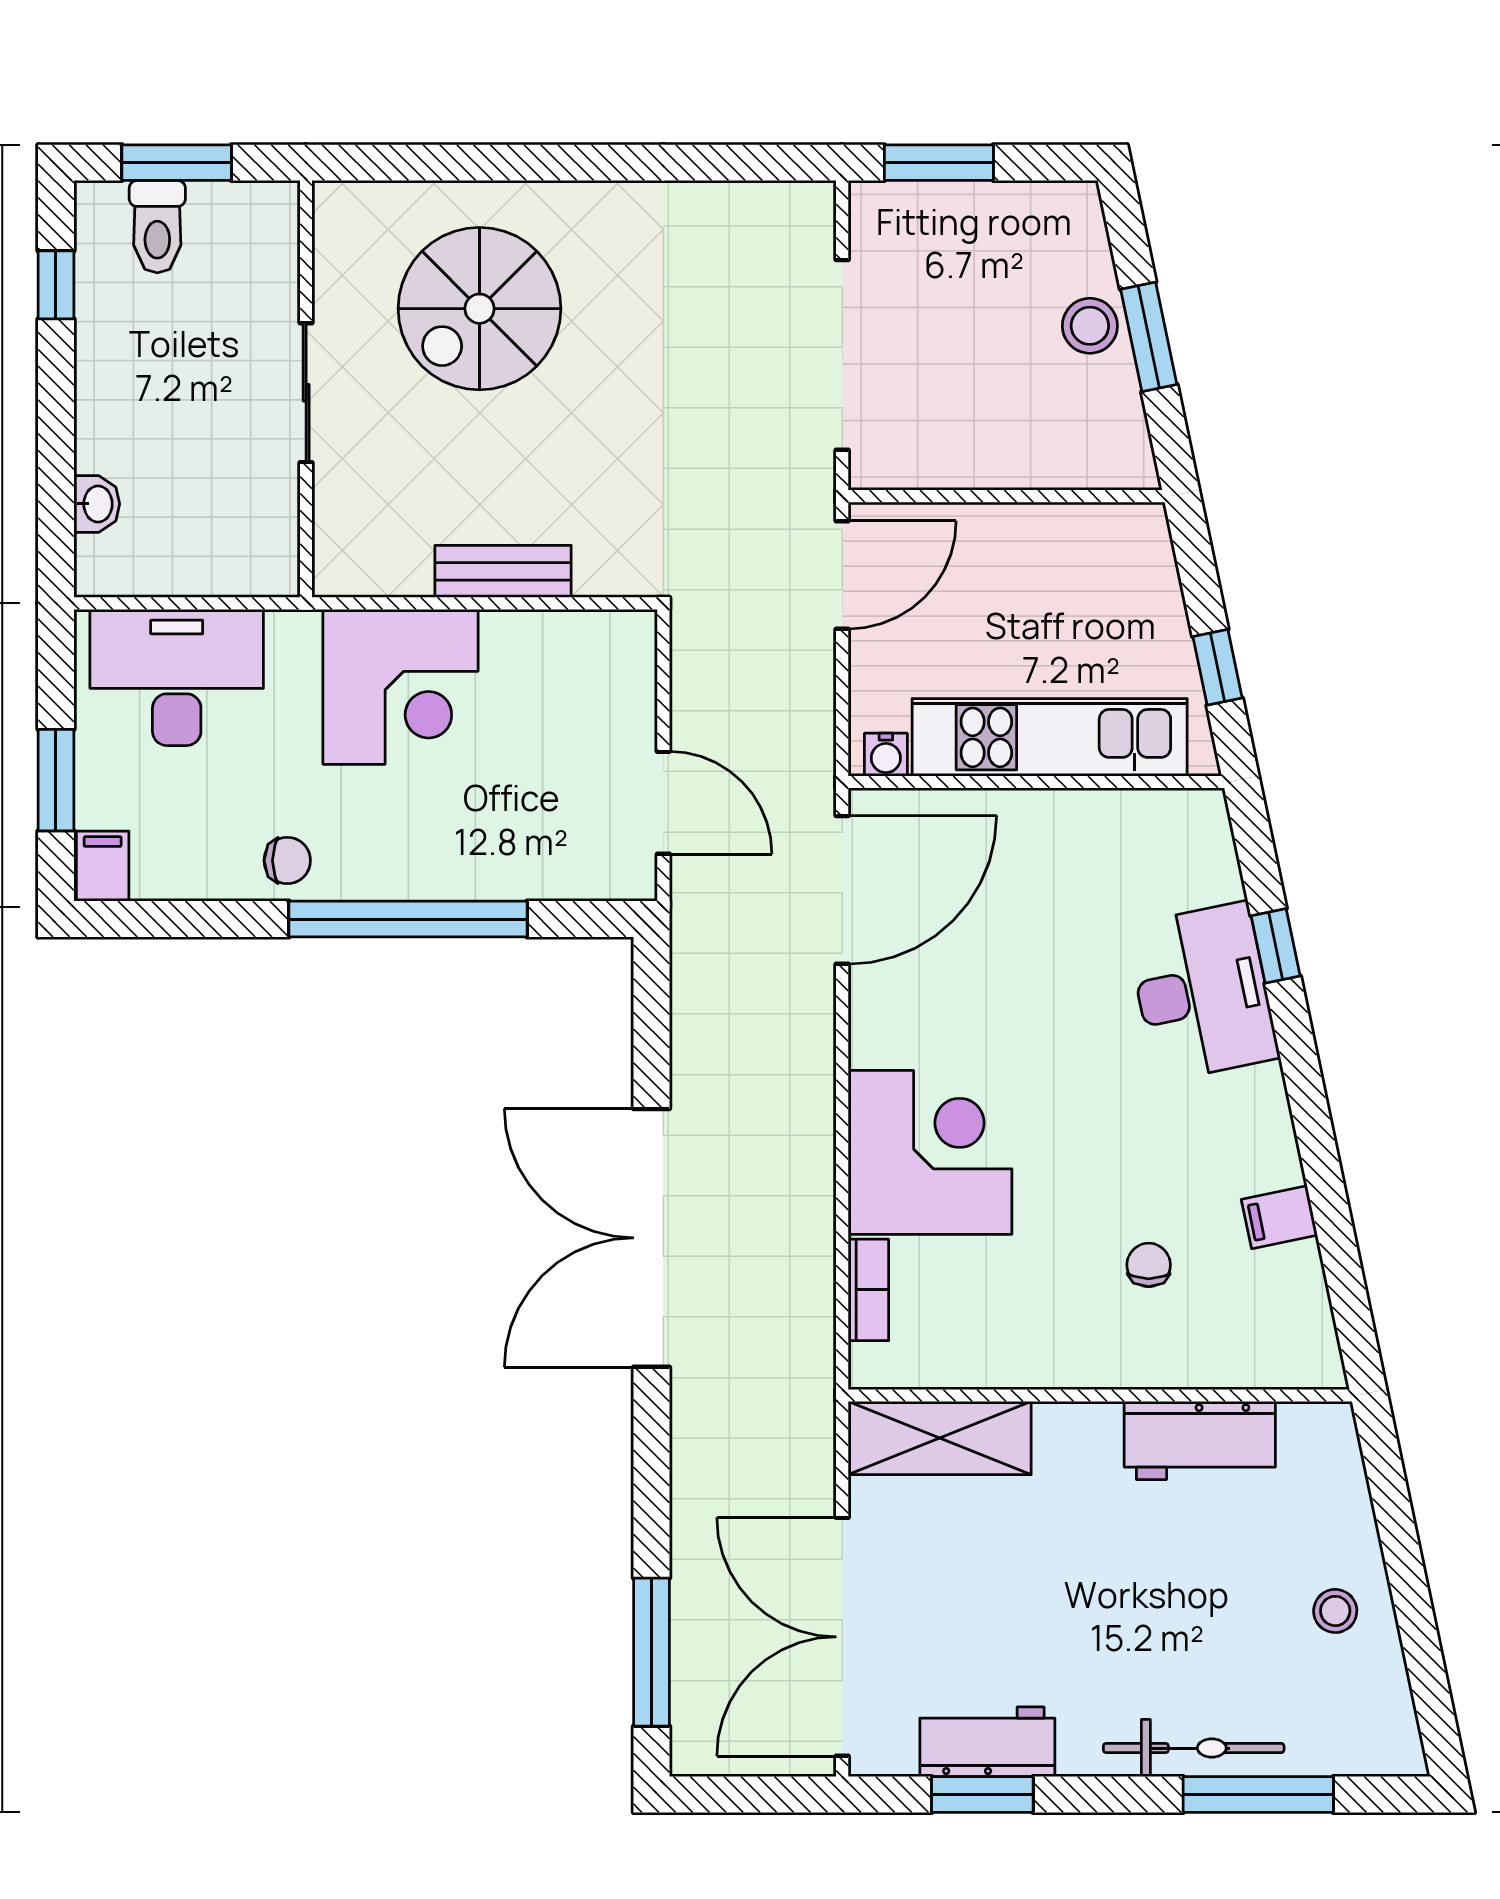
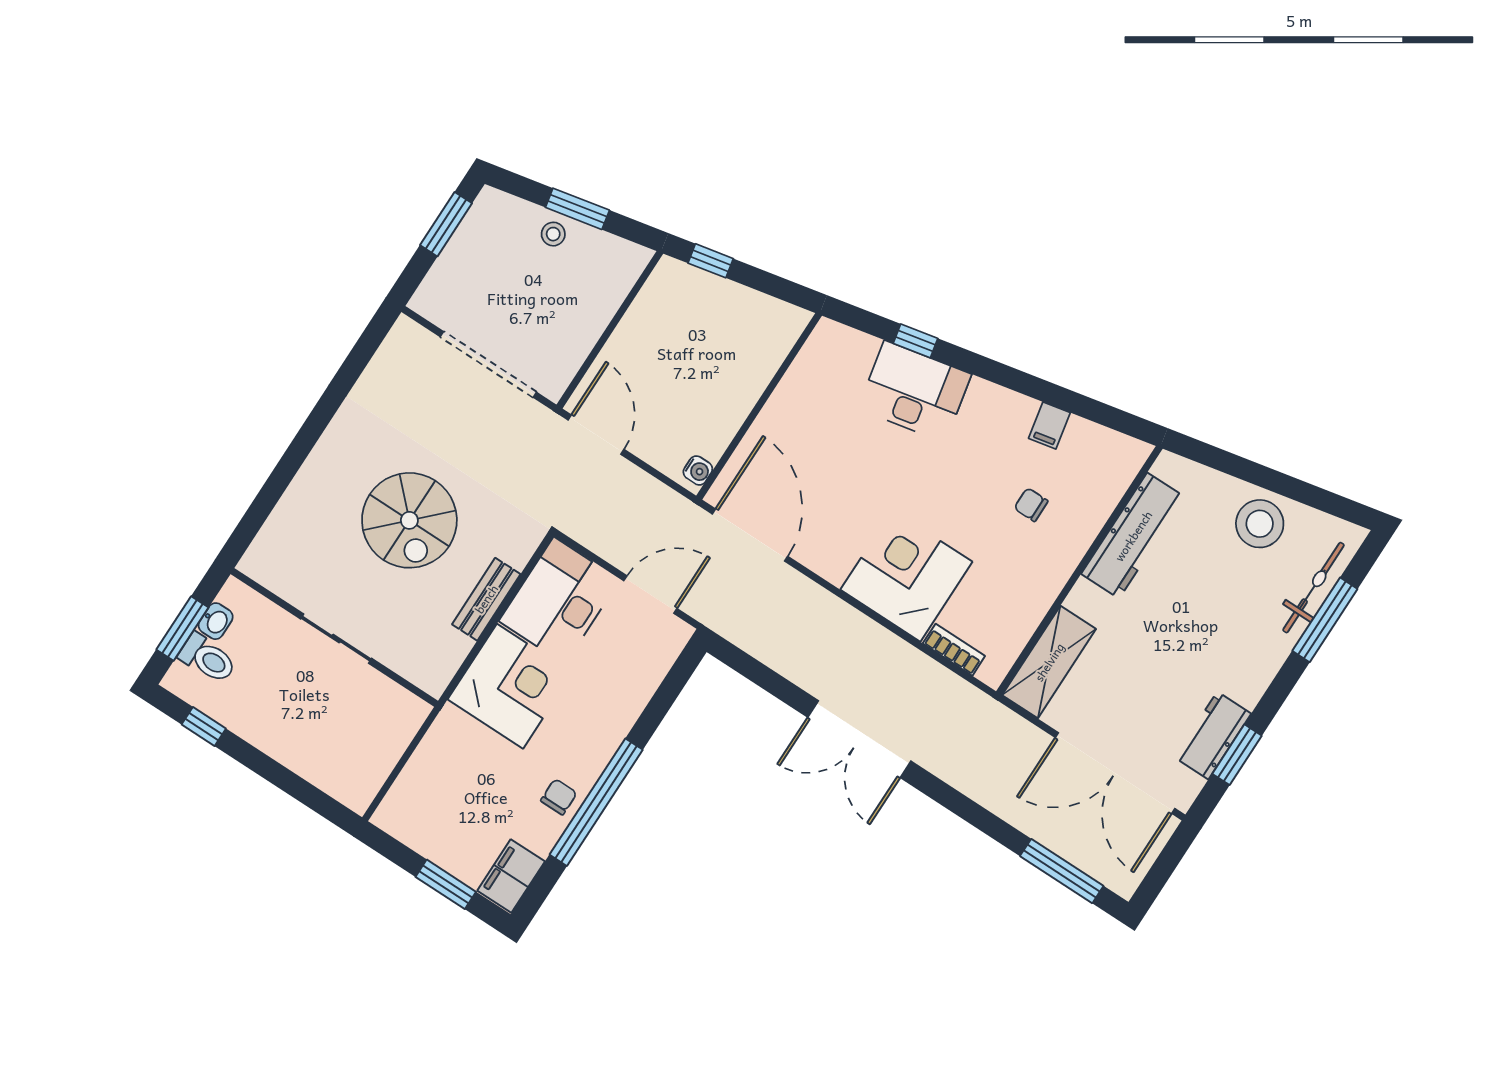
window: (939, 163) -> (446, 224), moved
spiral stairs: (479, 309) -> (409, 520), moved
stool: (1090, 326) -> (553, 234), width x0.73, depth x0.73
washbasin: (97, 504) -> (216, 621), moved, turned 90
window: (1218, 667) -> (711, 261), moved
desk: (177, 677) -> (559, 601), moved
kitchen unit: (1050, 737) -> (742, 385), removed
filing cabinet: (103, 866) -> (511, 876), width x2.00
window: (408, 919) -> (596, 802), moved
double door: (651, 1238) -> (859, 739), width x0.73
workbench: (1200, 1440) -> (1133, 536), width x1.38
stool: (1335, 1611) -> (1260, 524), width x1.89, depth x1.89
bicycle: (1194, 1748) -> (1314, 588), moved

